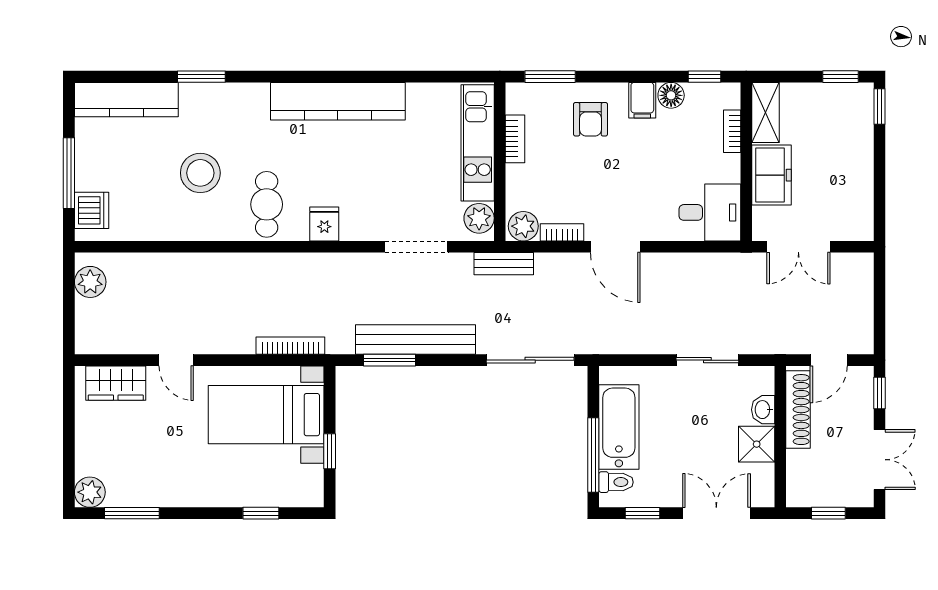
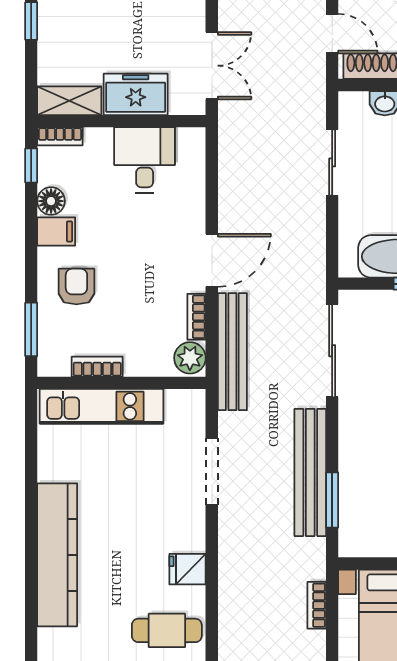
armchair: (590, 119) -> (76, 287), turned -90
bookcase: (732, 131) -> (60, 136), moved
desk: (710, 212) -> (145, 160), moved
plant: (479, 218) -> (182, 405), removed
bench: (504, 264) -> (232, 352), width x1.86, depth x1.21
bookcase: (290, 346) -> (317, 605), width x0.64

